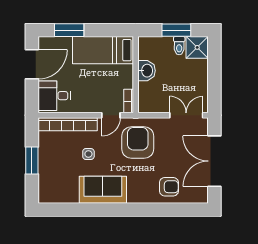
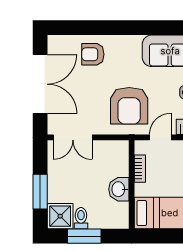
window: (214, 69) -> (40, 192), added
bookcase: (129, 101) -> (140, 169), moved

